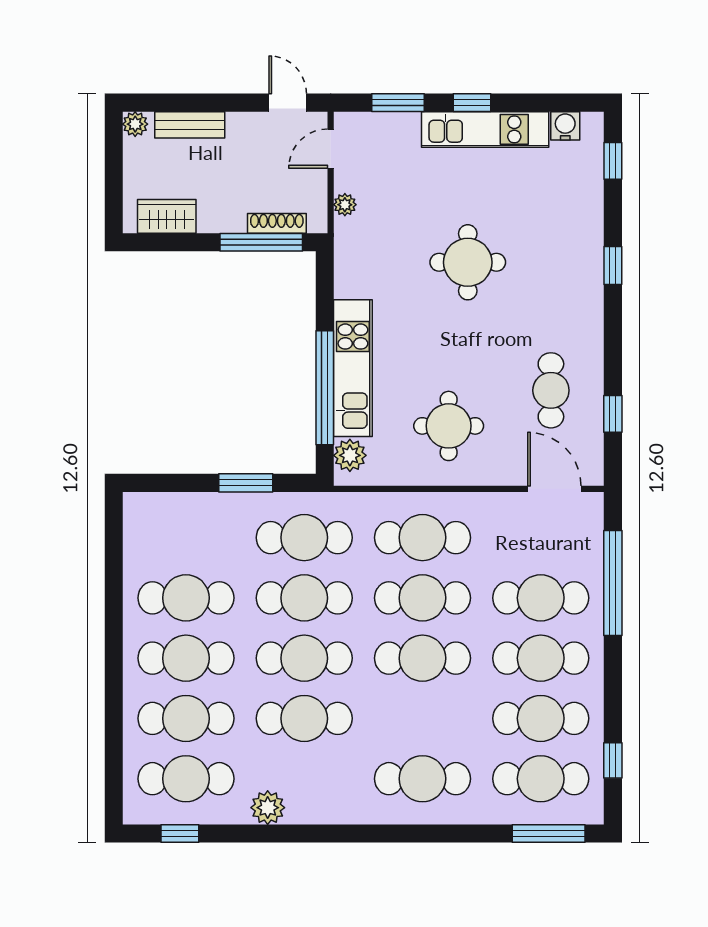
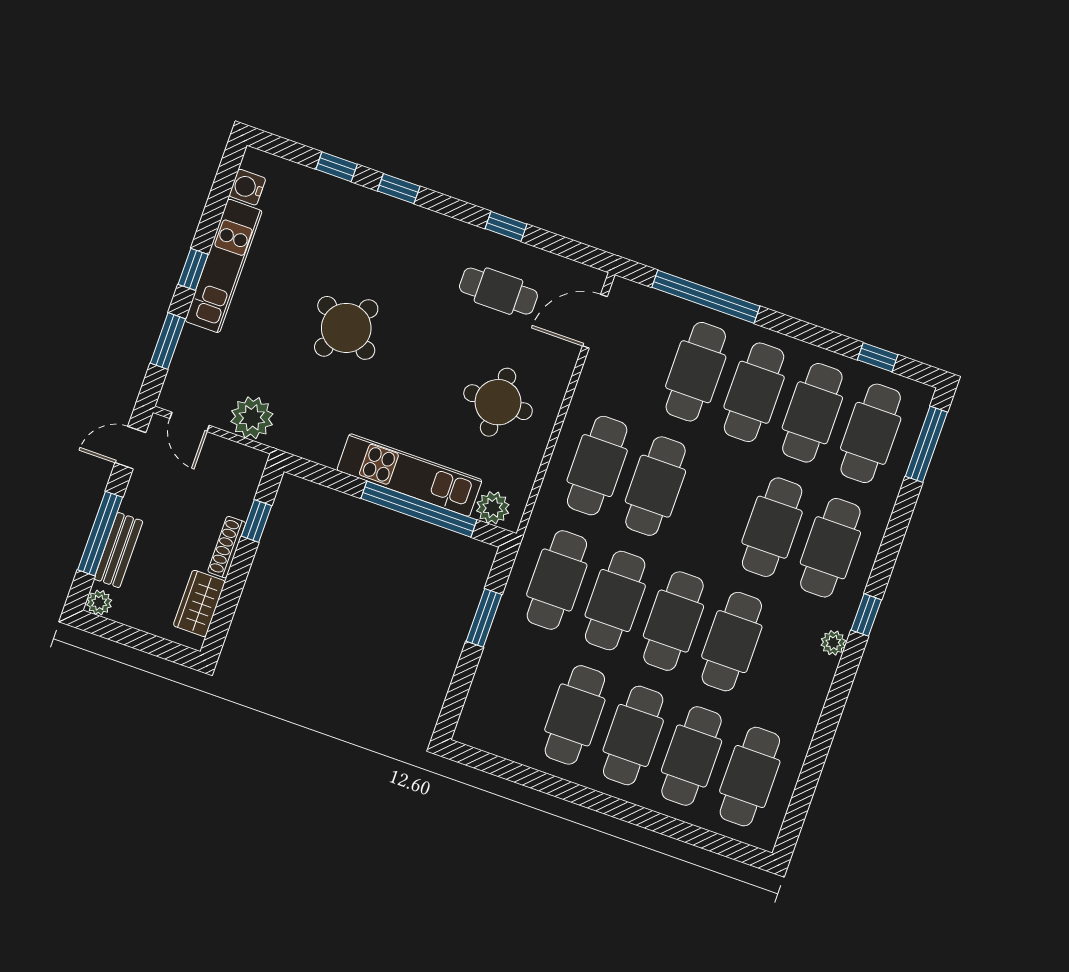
window: (199, 103) -> (100, 534), added
window: (613, 161) -> (337, 167), moved
plant: (345, 205) -> (252, 418), width x1.88, depth x1.88
shoe rack: (277, 223) -> (227, 547), moved
window: (261, 242) -> (256, 521), width x0.46
round table: (468, 262) -> (346, 328), turned 30
window: (613, 414) -> (506, 226), moved
cafe table: (422, 658) -> (772, 527), moved
plant: (268, 808) -> (833, 643), moved, width x0.73, depth x0.73
window: (180, 833) -> (866, 615), moved

